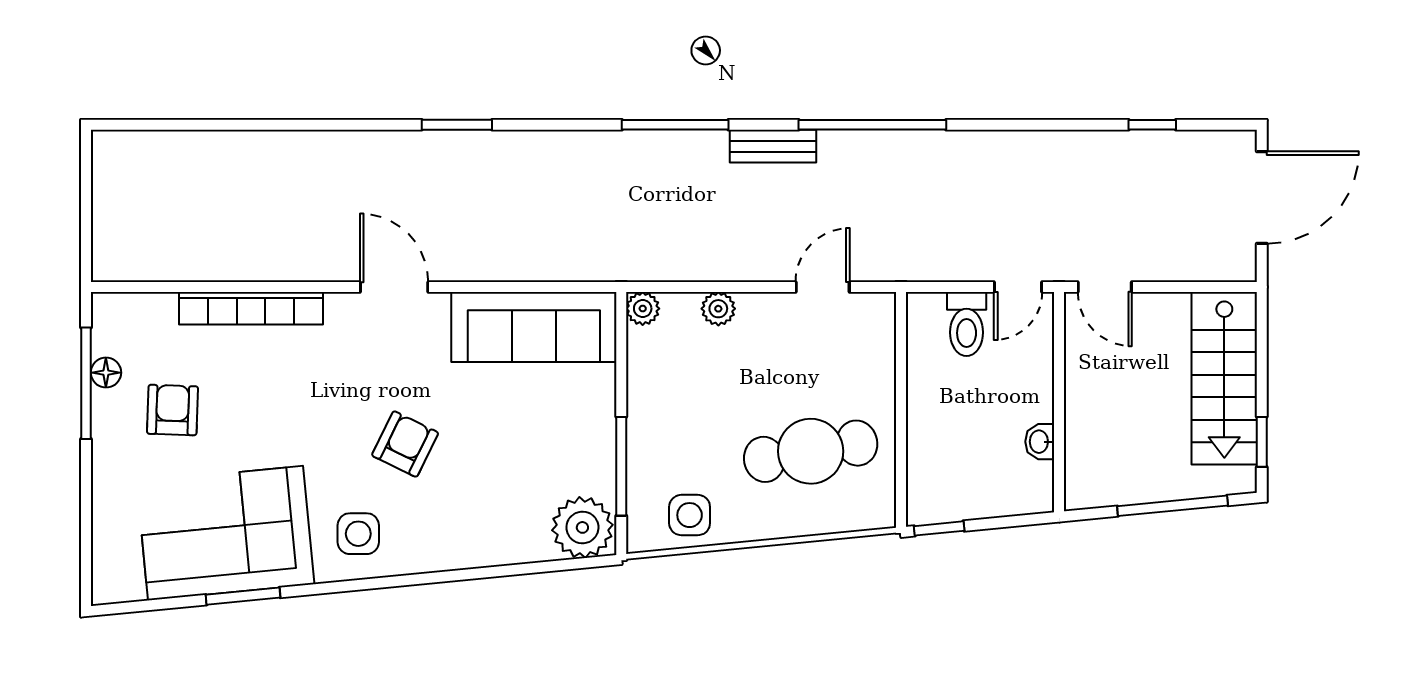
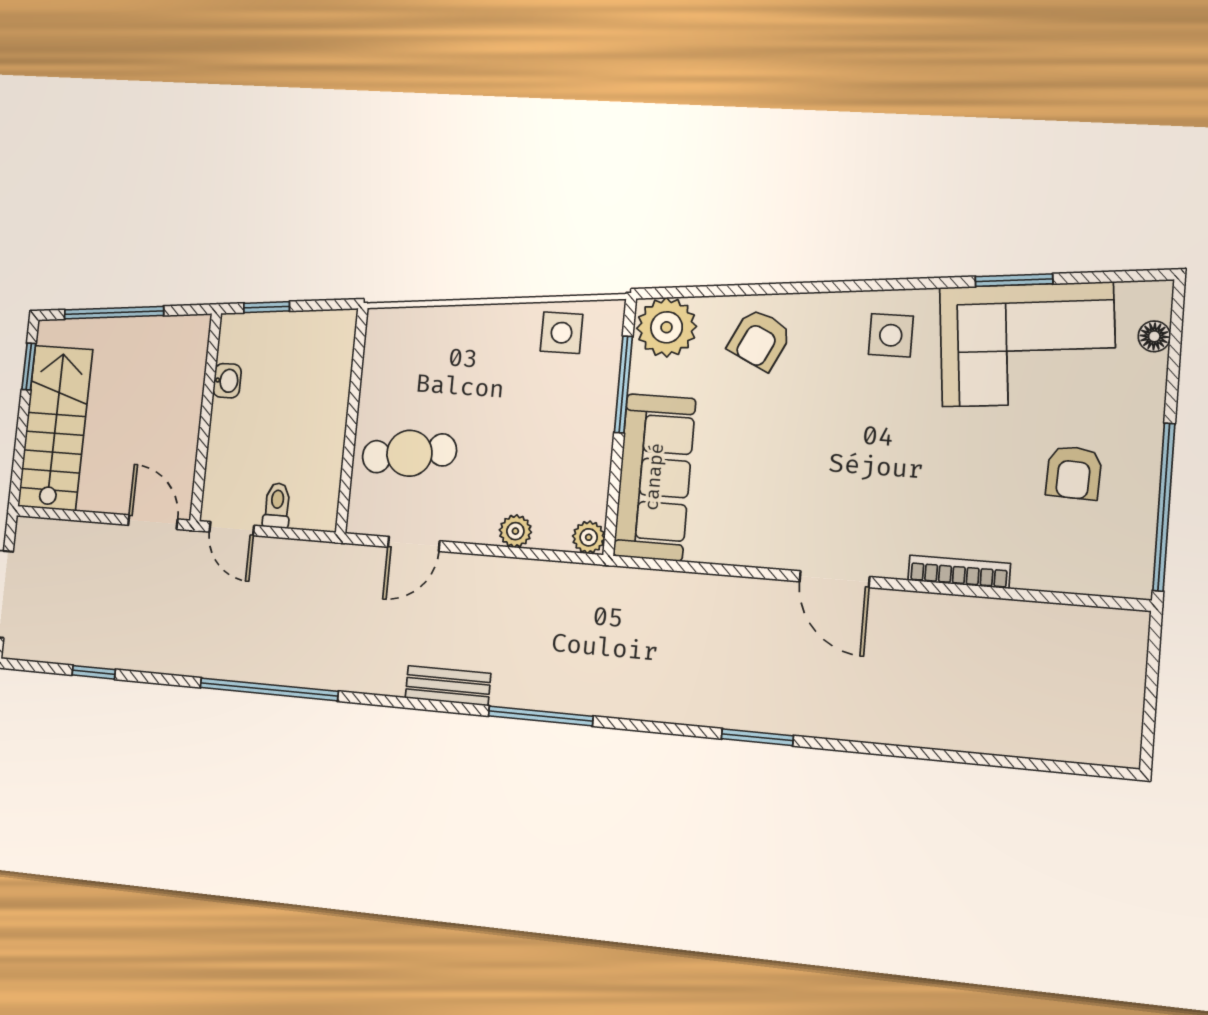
window: (872, 125) -> (269, 689), moved
door: (1018, 287) -> (232, 529), swing flipped
bookcase: (251, 308) -> (959, 572), width x0.68, depth x0.76
toilet: (967, 324) -> (277, 505), width x0.73, depth x0.72
sofa: (534, 327) -> (655, 477), moved, turned 90
floor lamp: (106, 373) -> (1154, 336), moved
window: (86, 383) -> (1164, 507), width x1.46
armchair: (405, 444) -> (760, 339), moved
cafe table: (811, 451) -> (409, 453), moved, width x0.73, depth x0.74
window: (939, 528) -> (267, 307), moved

